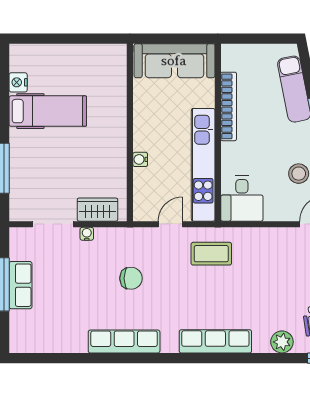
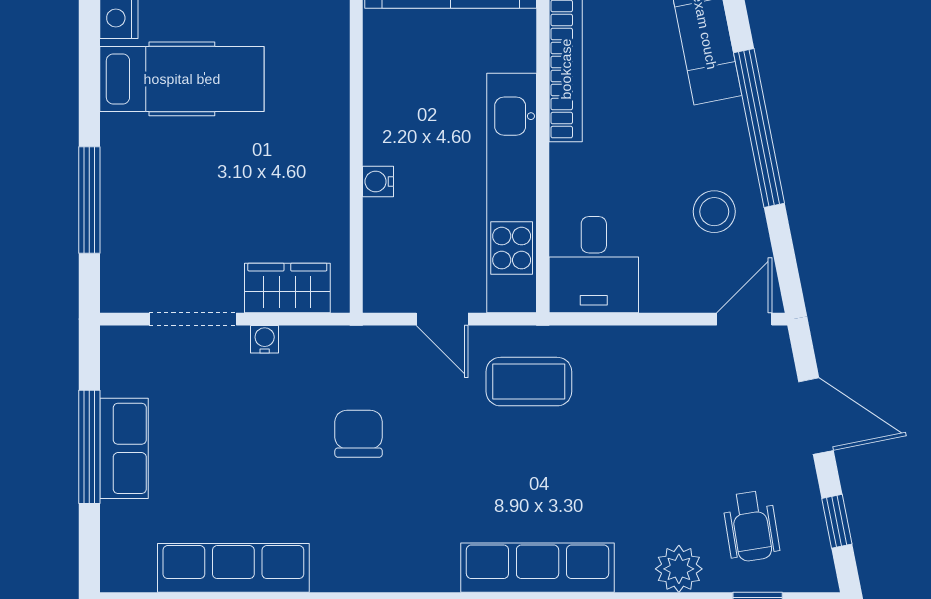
door: (170, 224) -> (442, 319), swing flipped
chair: (131, 278) -> (359, 434), turned -90
row of seats: (124, 341) -> (233, 568), moved

